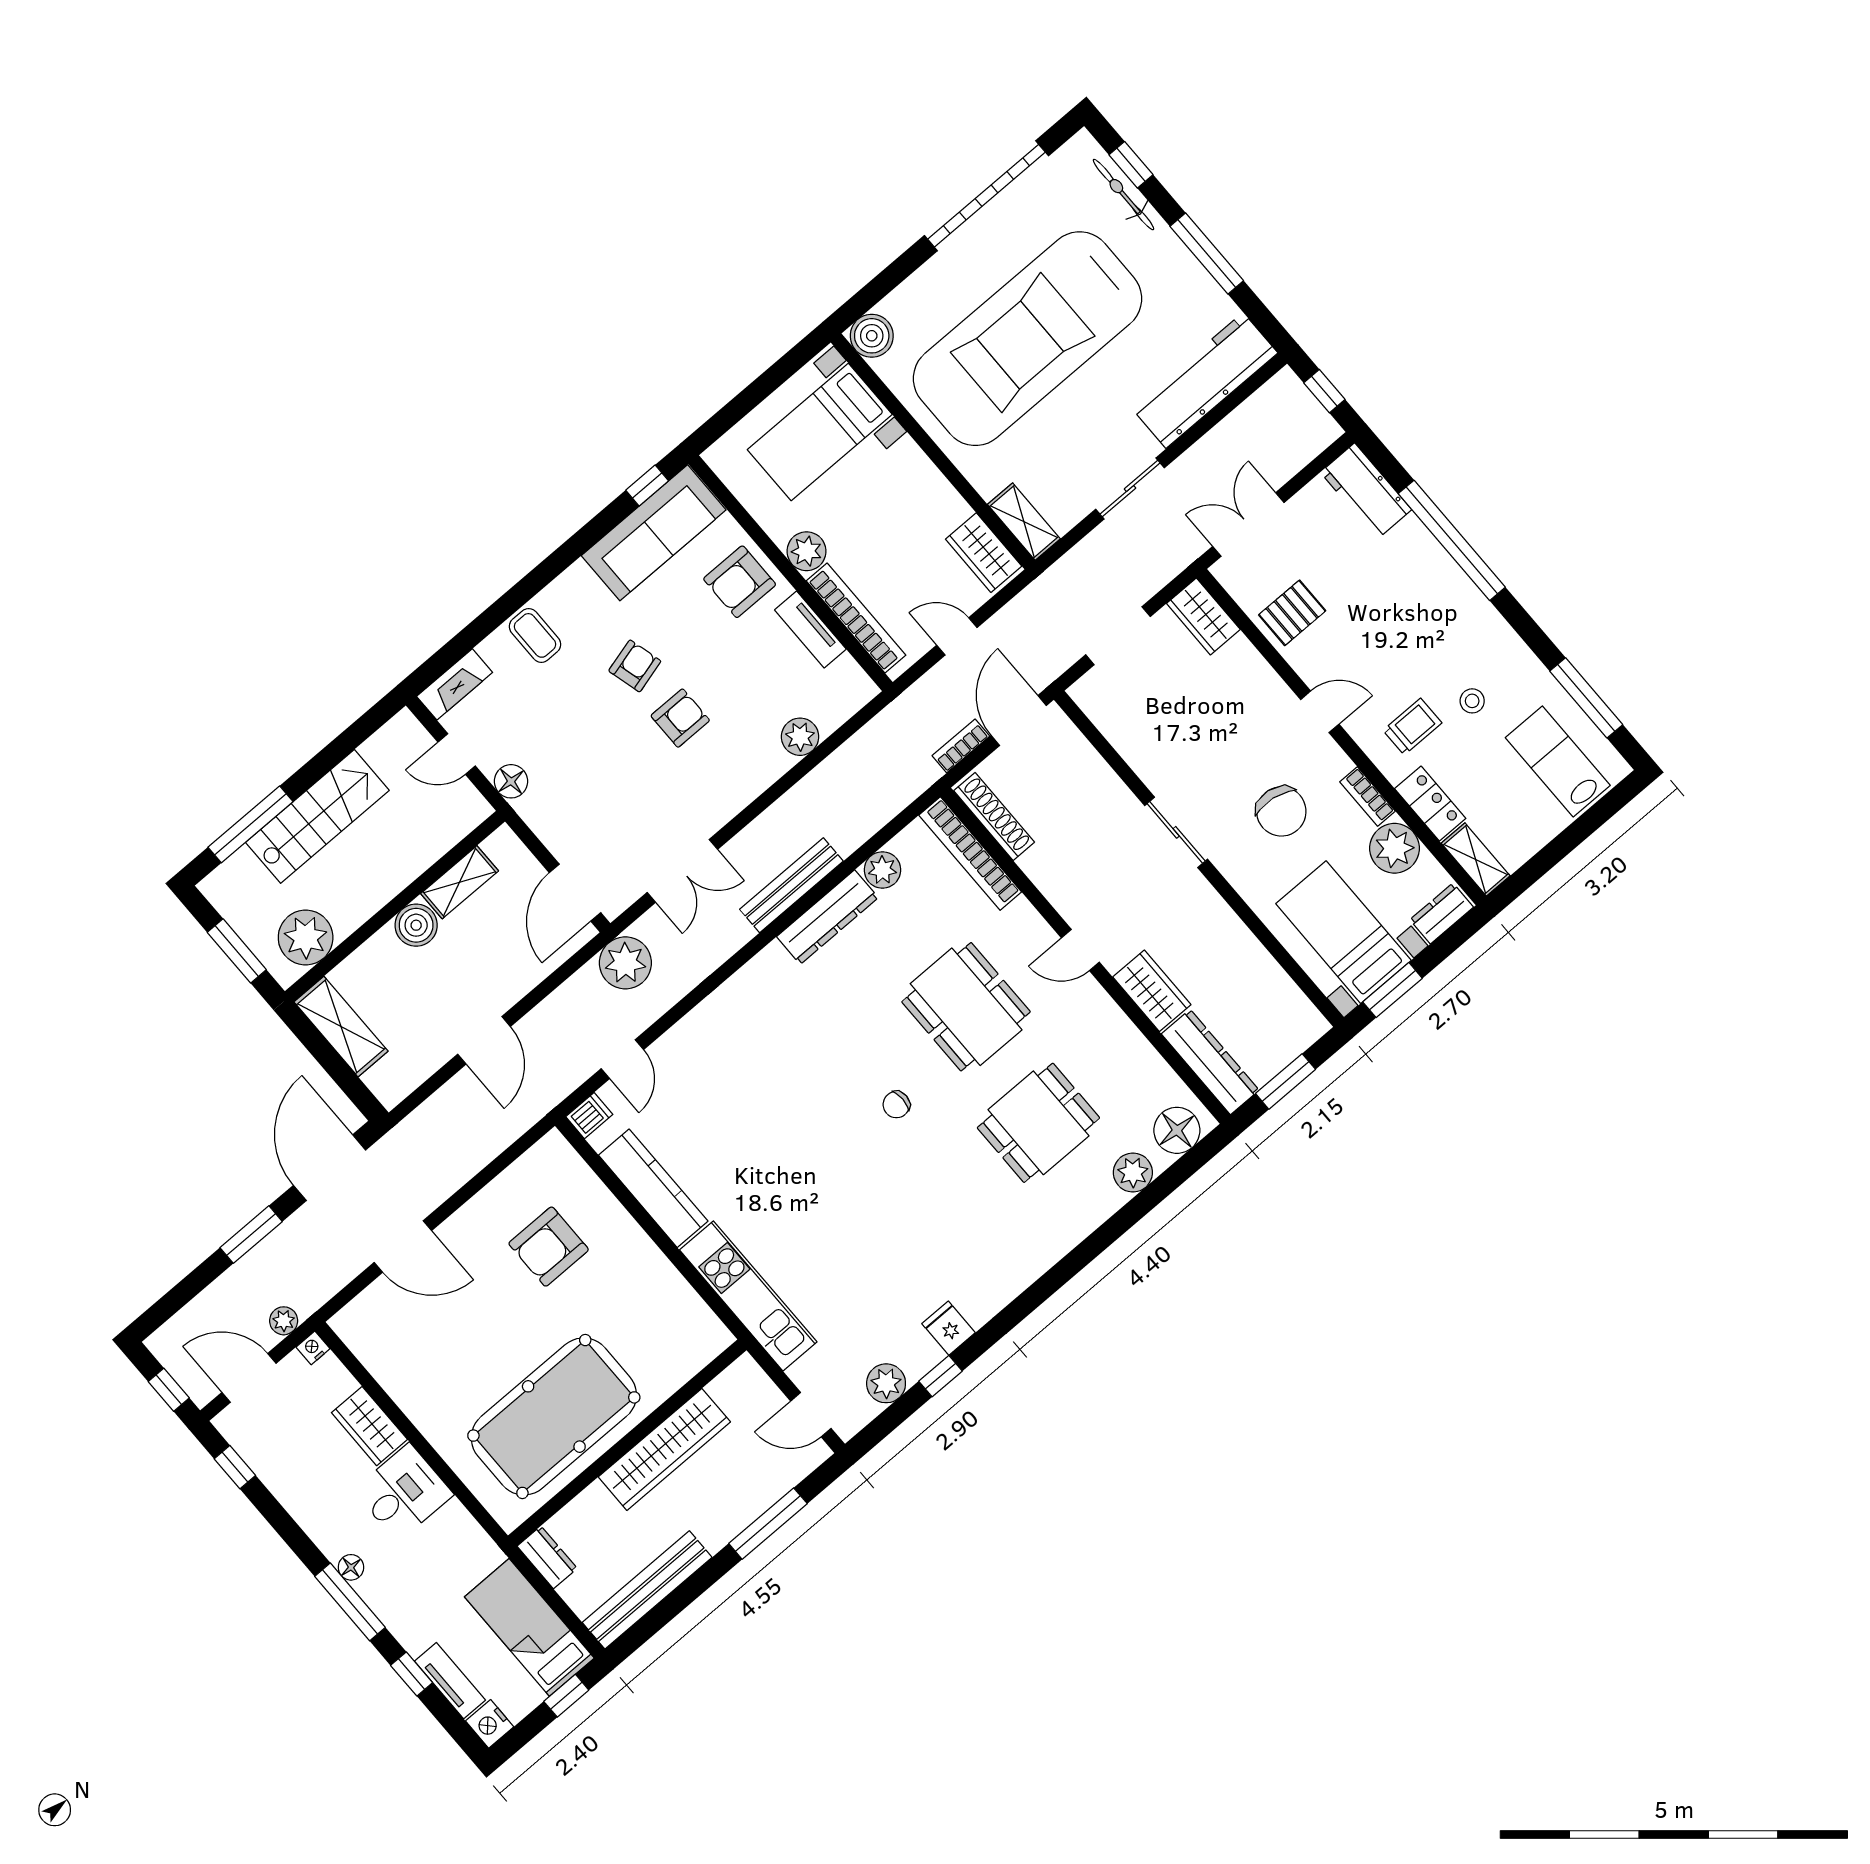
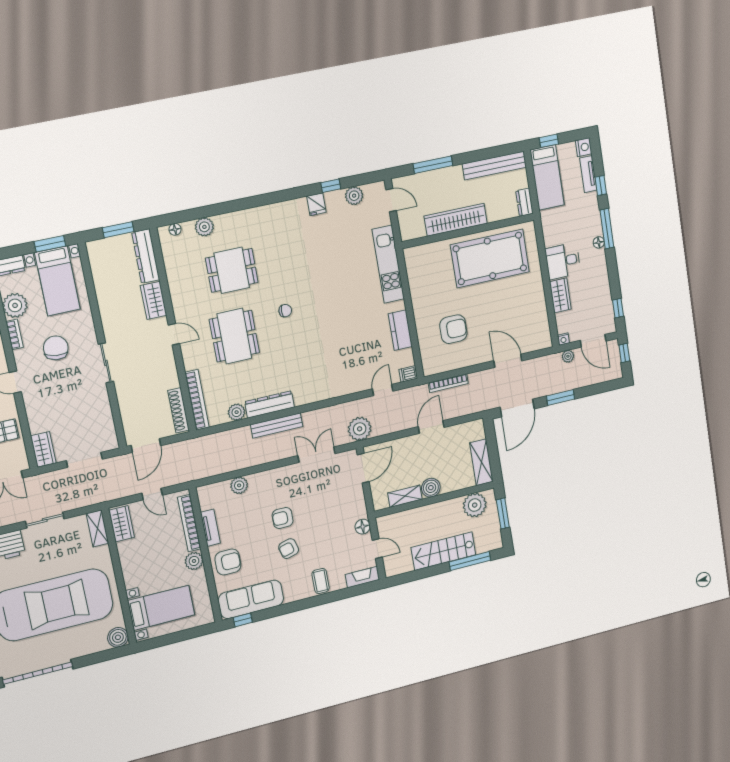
bookcase: (961, 746) -> (448, 383), moved, width x1.56
floor lamp: (1177, 1130) -> (175, 229), width x0.53, depth x0.53
kitchen counter: (653, 1188) -> (400, 330), width x0.67

